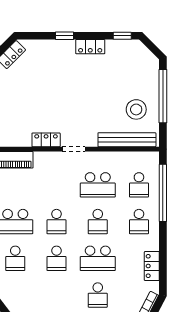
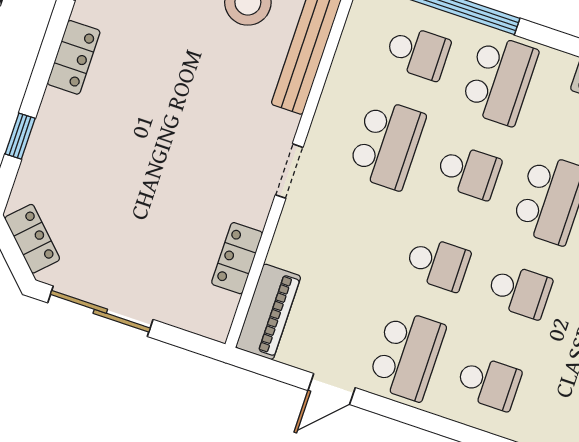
window: (64, 36) -> (20, 136), moved
locker: (46, 140) -> (237, 258), moved
school desk: (139, 222) -> (499, 80), width x1.85

